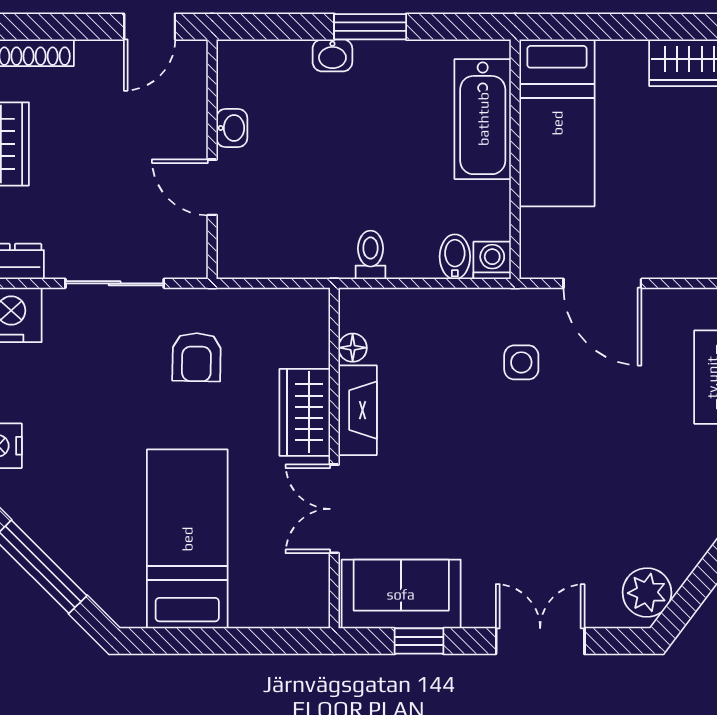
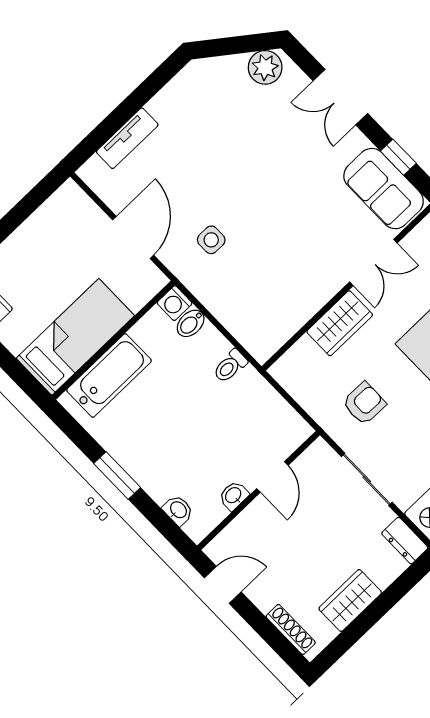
washbasin: (332, 55) -> (178, 510), moved
floor lamp: (353, 348) -> (285, 330), removed
fireplace: (358, 410) -> (313, 298), removed

